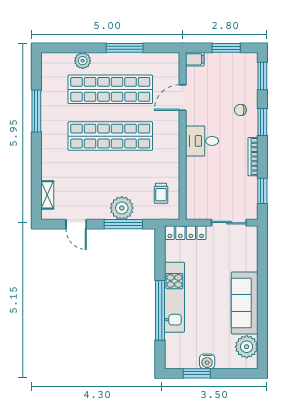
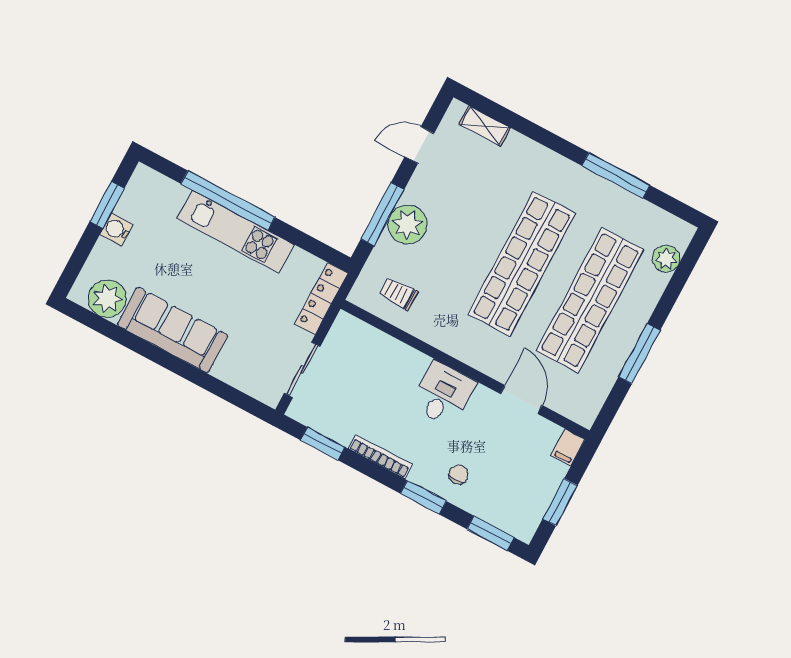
plant: (83, 61) -> (666, 259), moved

